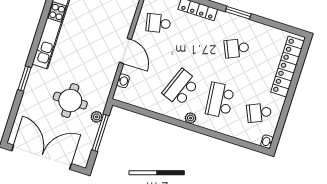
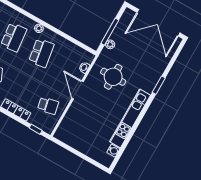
school desk: (181, 88) -> (41, 53), turned -30
round table: (70, 101) -> (113, 77), moved

